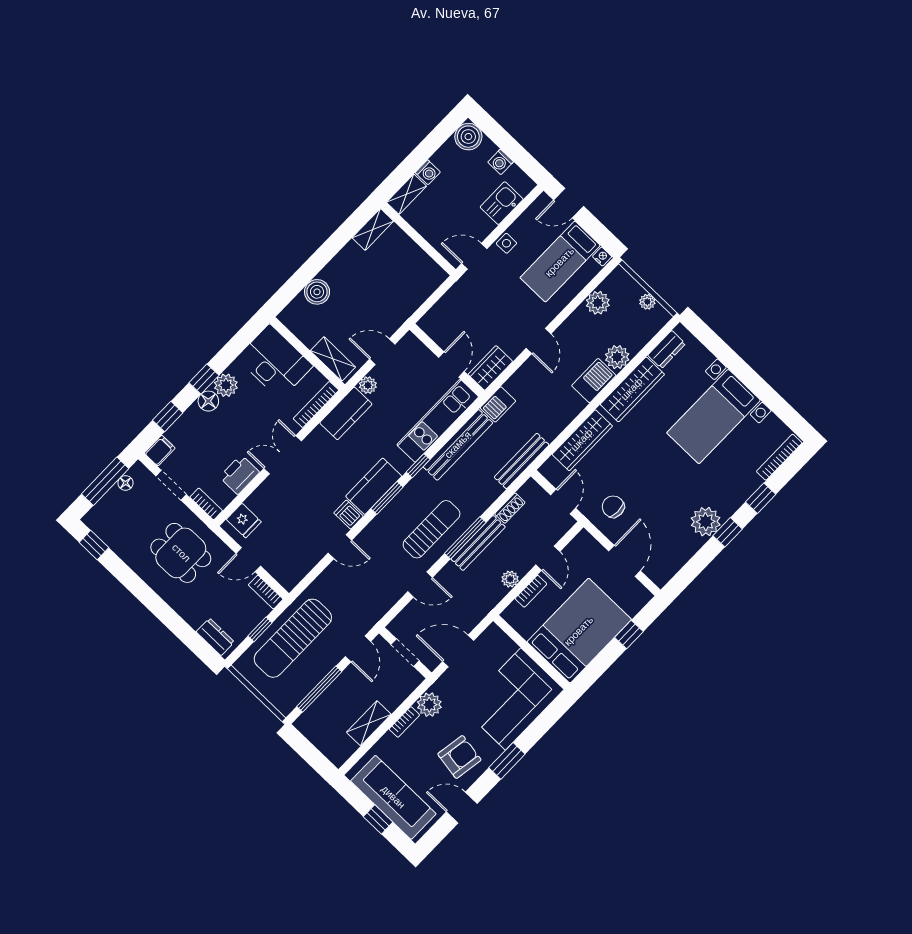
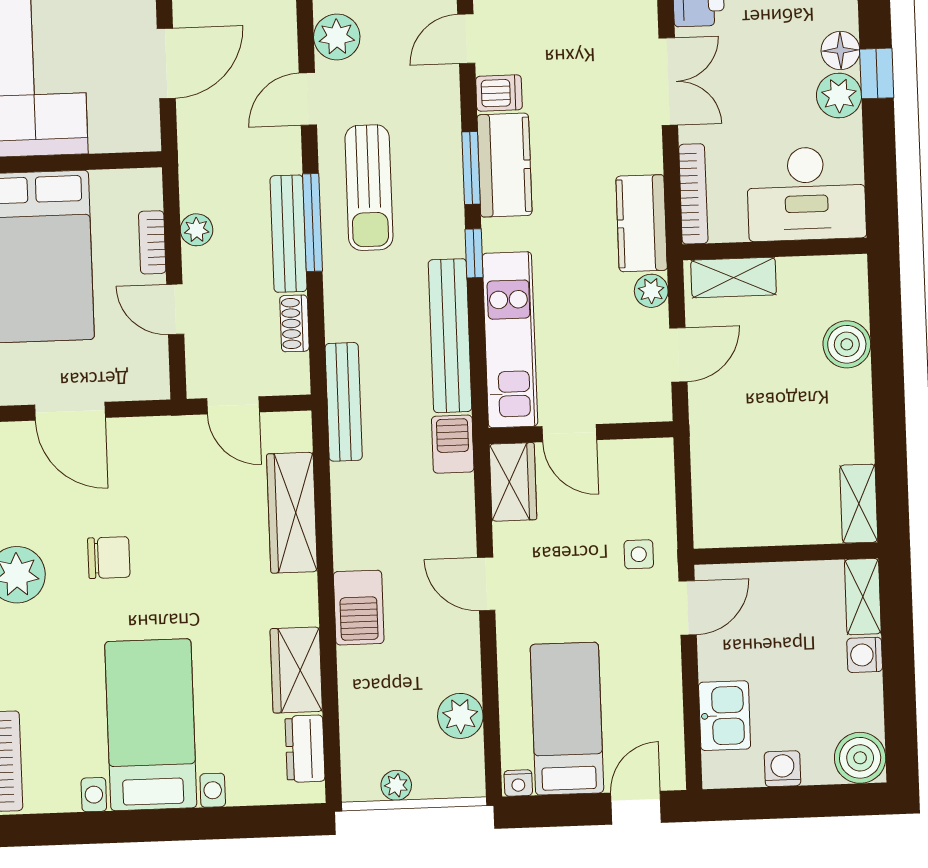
side table: (506, 243) -> (639, 554), moved
plant: (617, 357) -> (337, 37), moved
wardrobe: (632, 389) -> (296, 670), width x0.67
chair: (613, 507) -> (109, 558), moved

